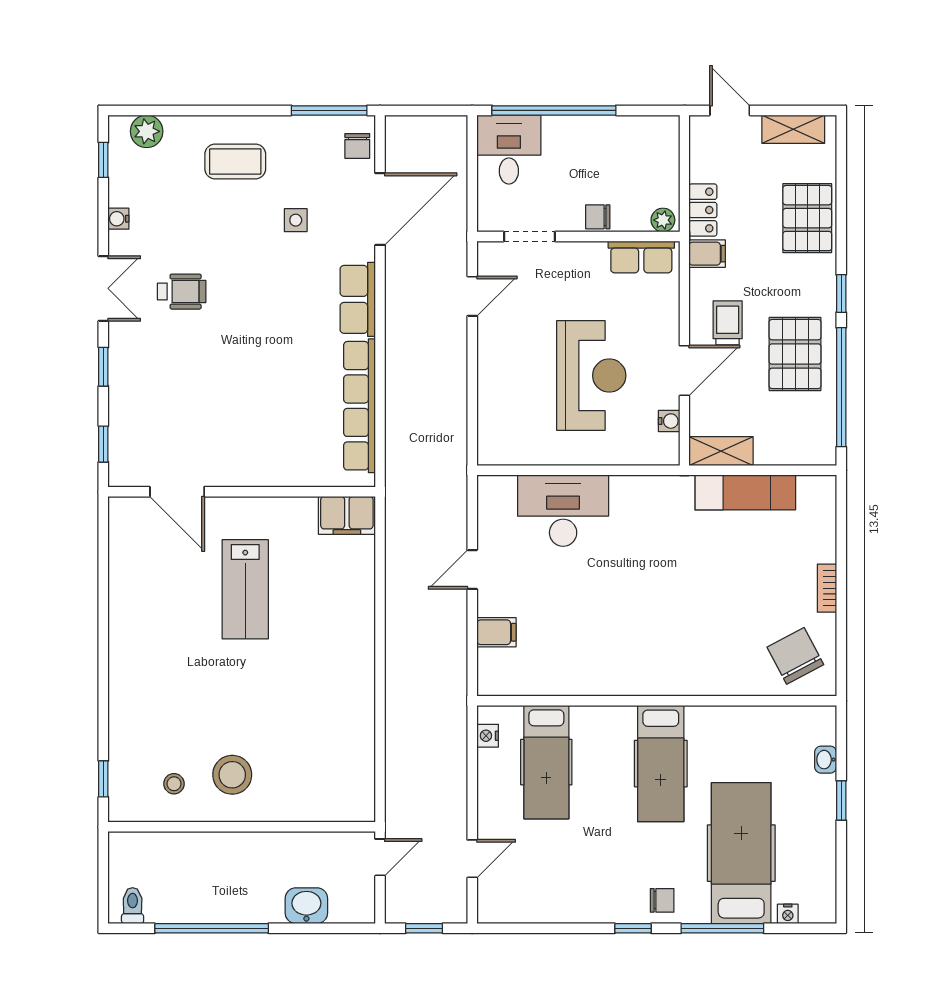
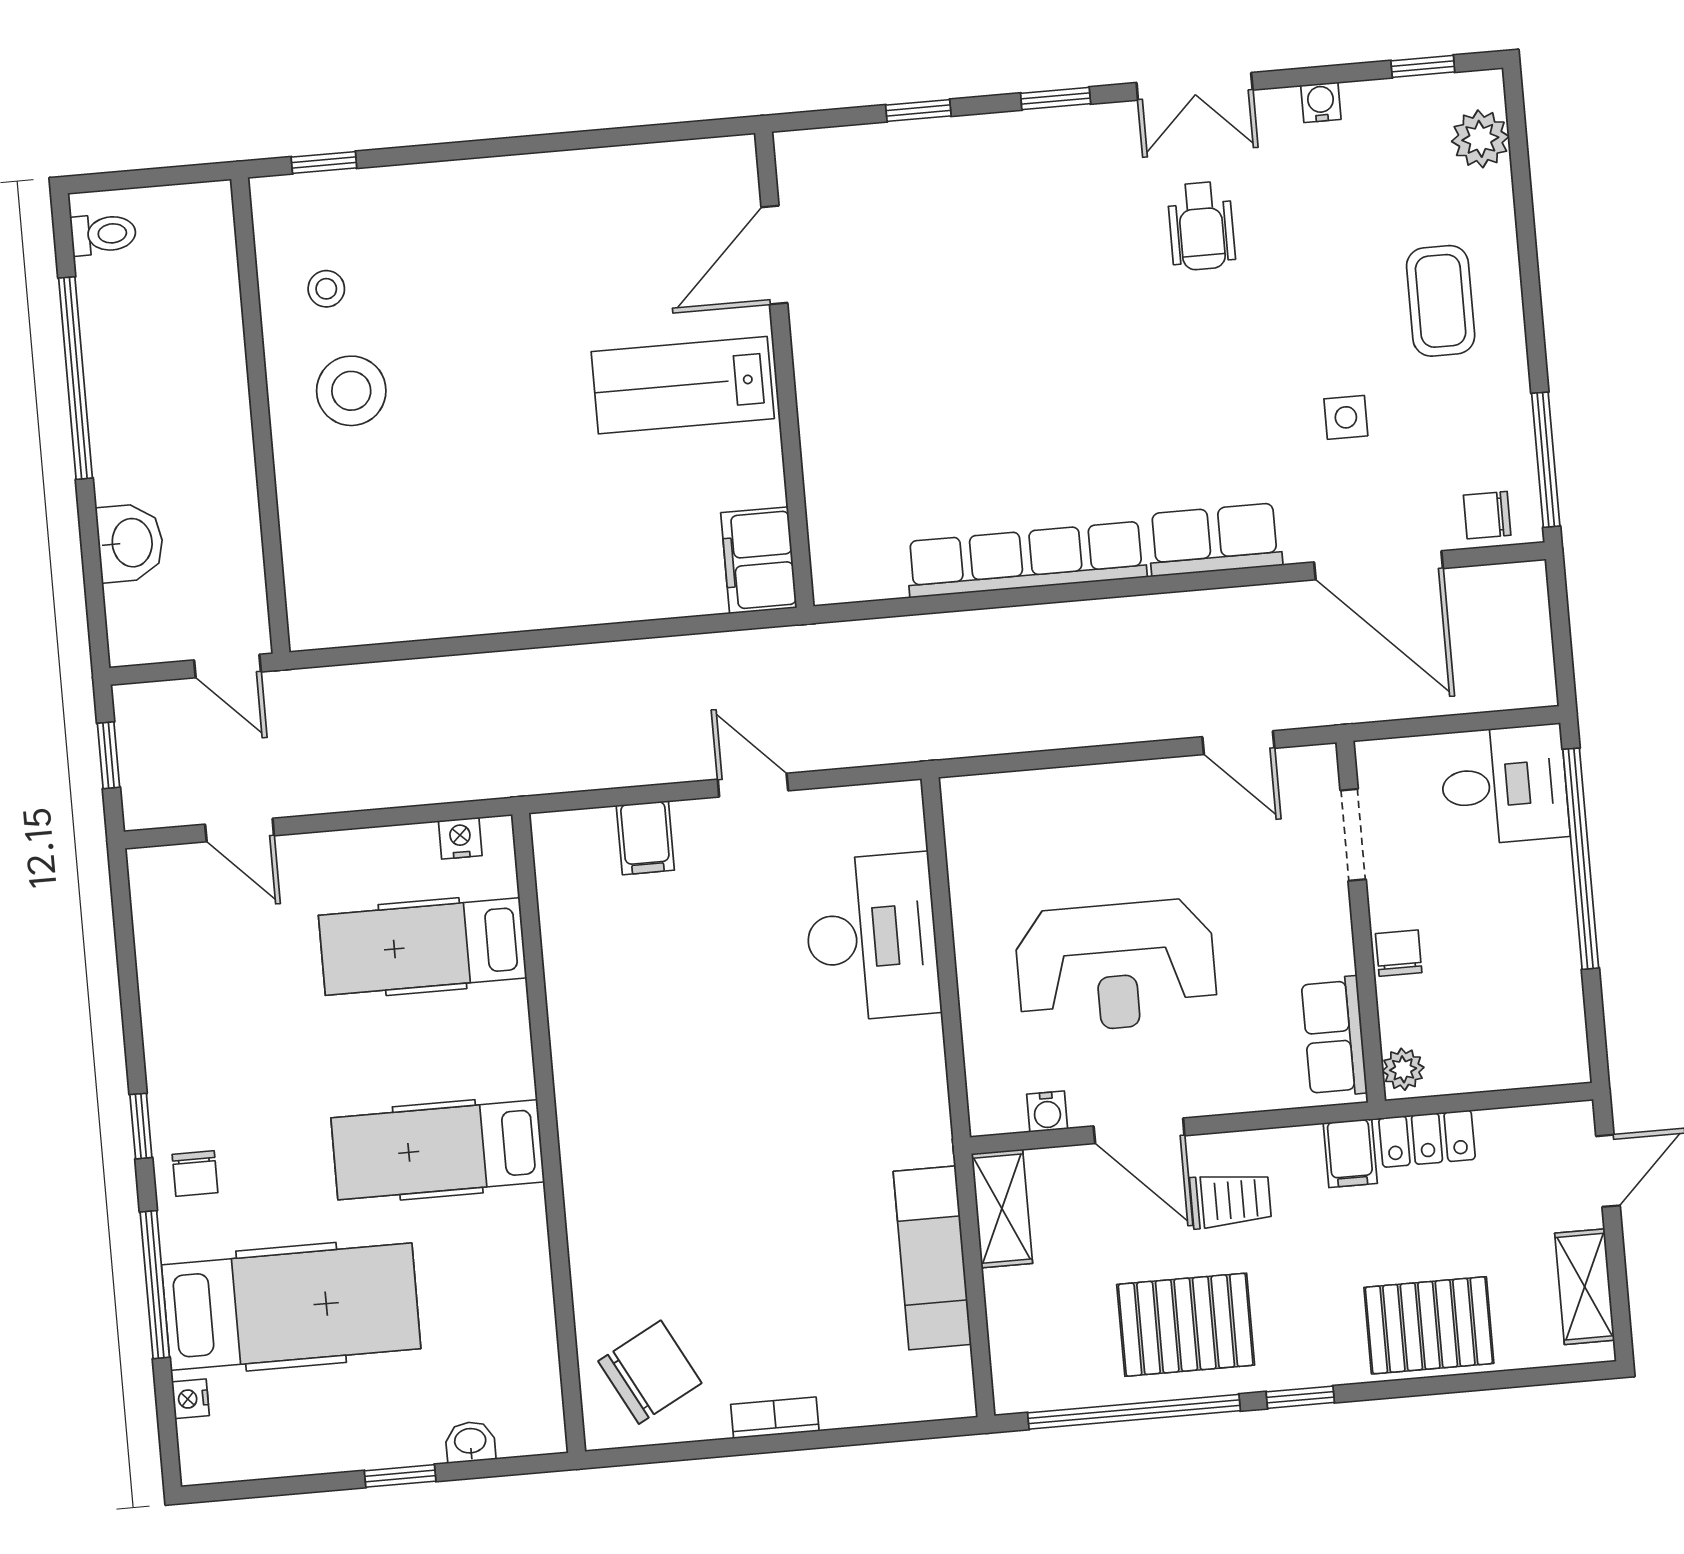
door: (177, 492) -> (774, 255), moved
wall: (242, 492) -> (784, 370), moved
filing cabinet: (347, 515) -> (759, 560), moved

